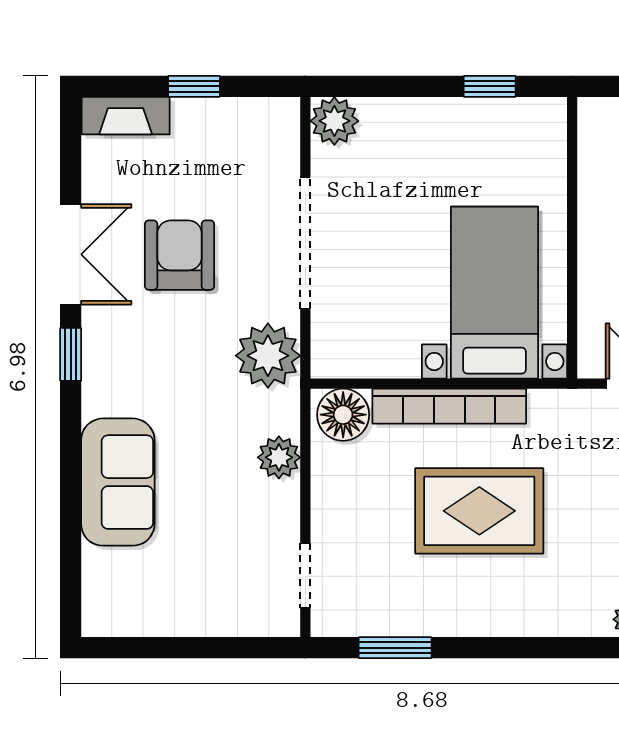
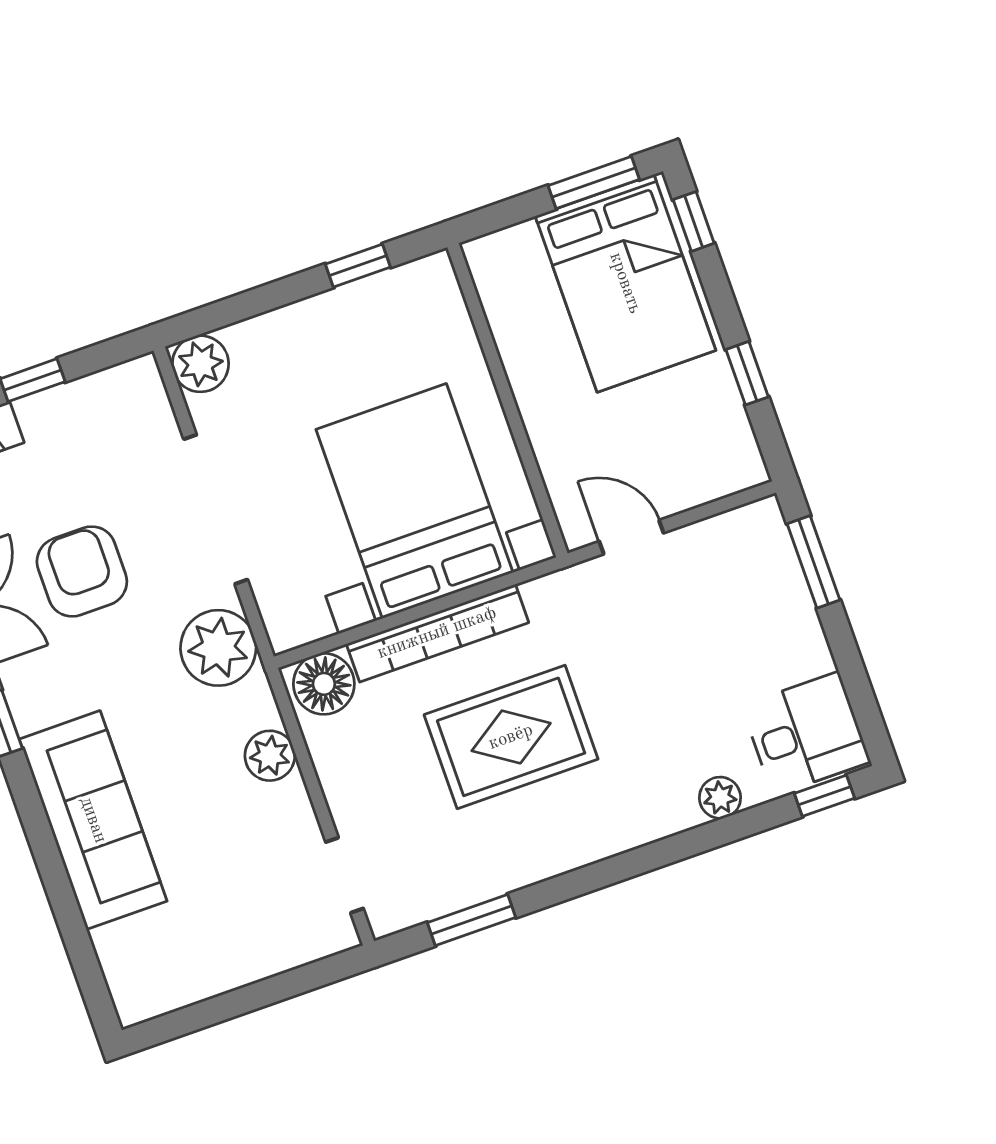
bed with nightstands: (495, 293) -> (414, 501), width x1.36
sofa: (118, 482) -> (93, 820), width x1.36

